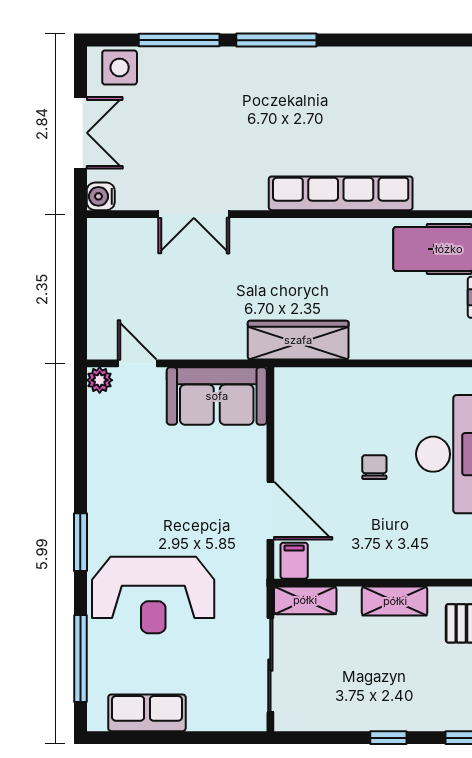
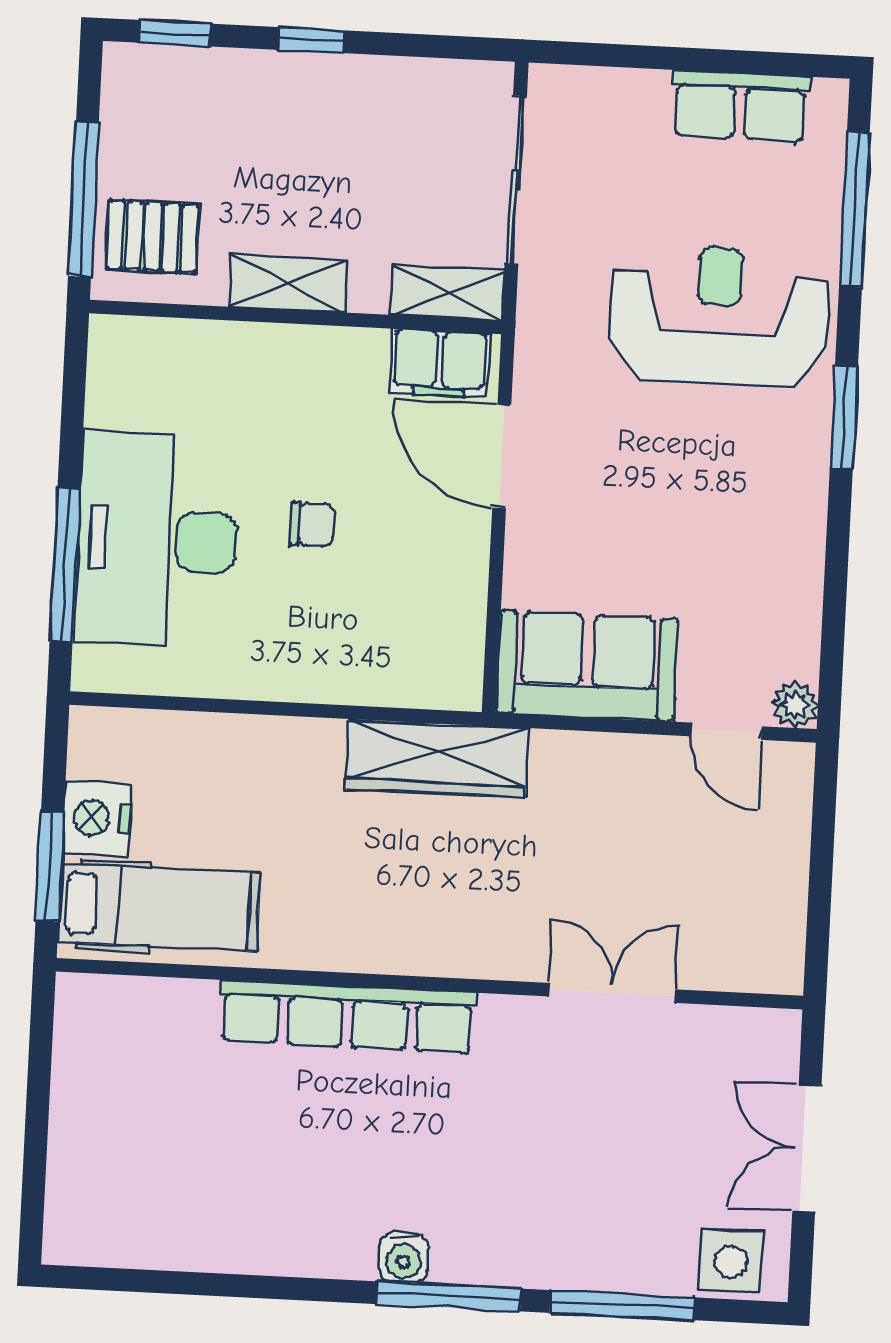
water cooler: (101, 196) -> (404, 1258), moved, turned 90
chair: (374, 467) -> (312, 525), turned -90
filing cabinet: (294, 561) -> (440, 363), width x2.00

